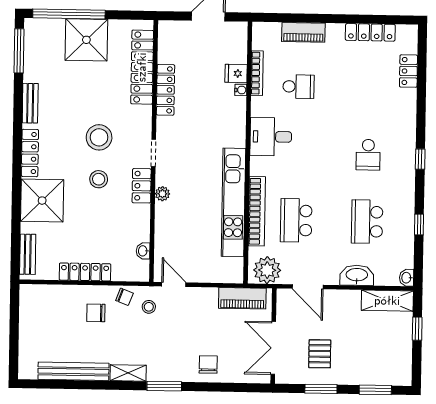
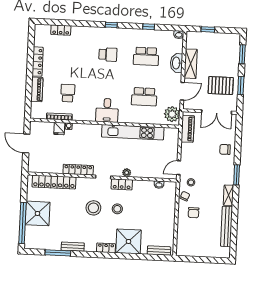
locker: (370, 32) -> (38, 62), moved
window: (19, 51) -> (58, 253), moved
locker: (166, 90) -> (78, 170), moved
desk: (271, 137) -> (107, 110), moved
locker: (30, 153) -> (106, 248), width x0.66
bookcase: (257, 211) -> (138, 119), removed
locker: (85, 272) -> (170, 218), removed
shelving: (387, 301) -> (191, 64), moved
pallet: (320, 354) -> (221, 86), width x1.50, depth x1.42

